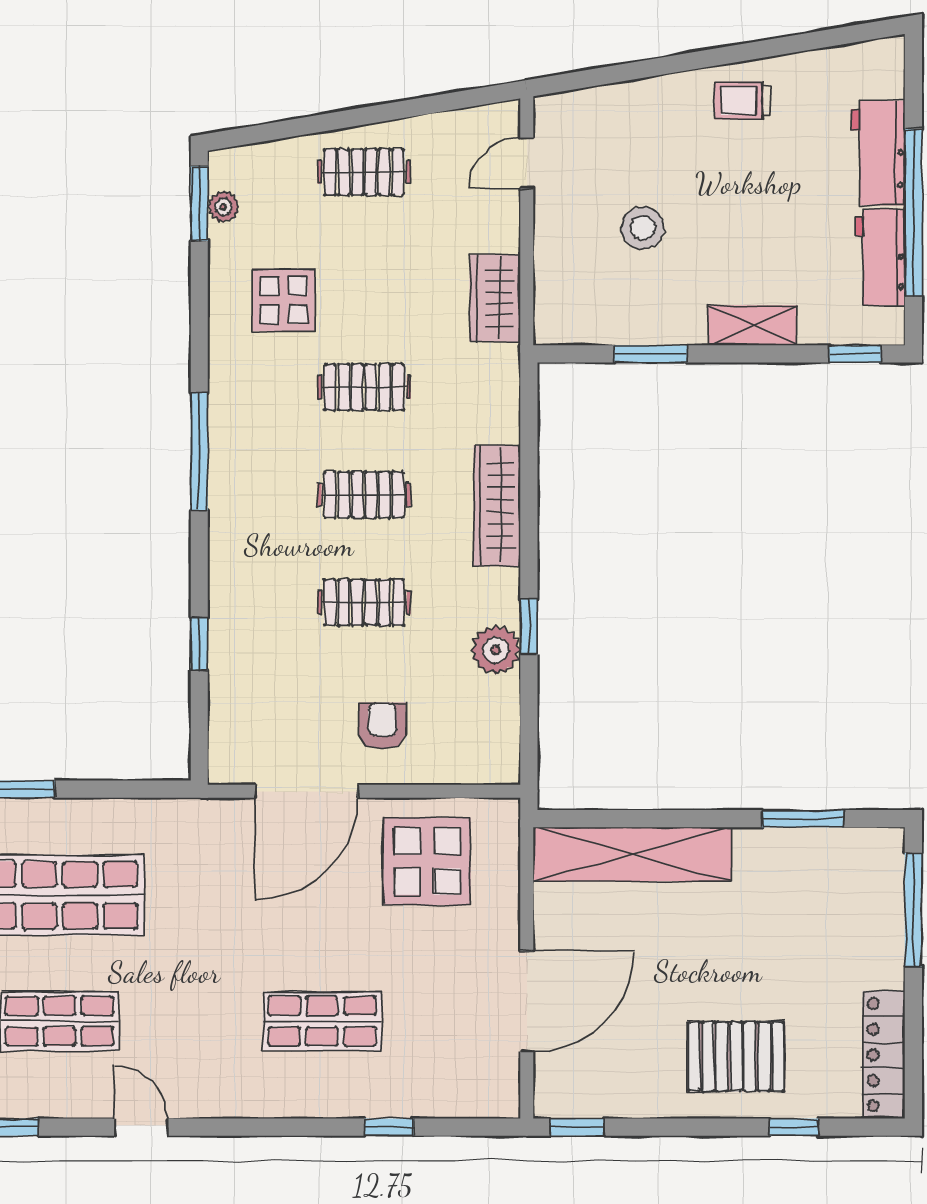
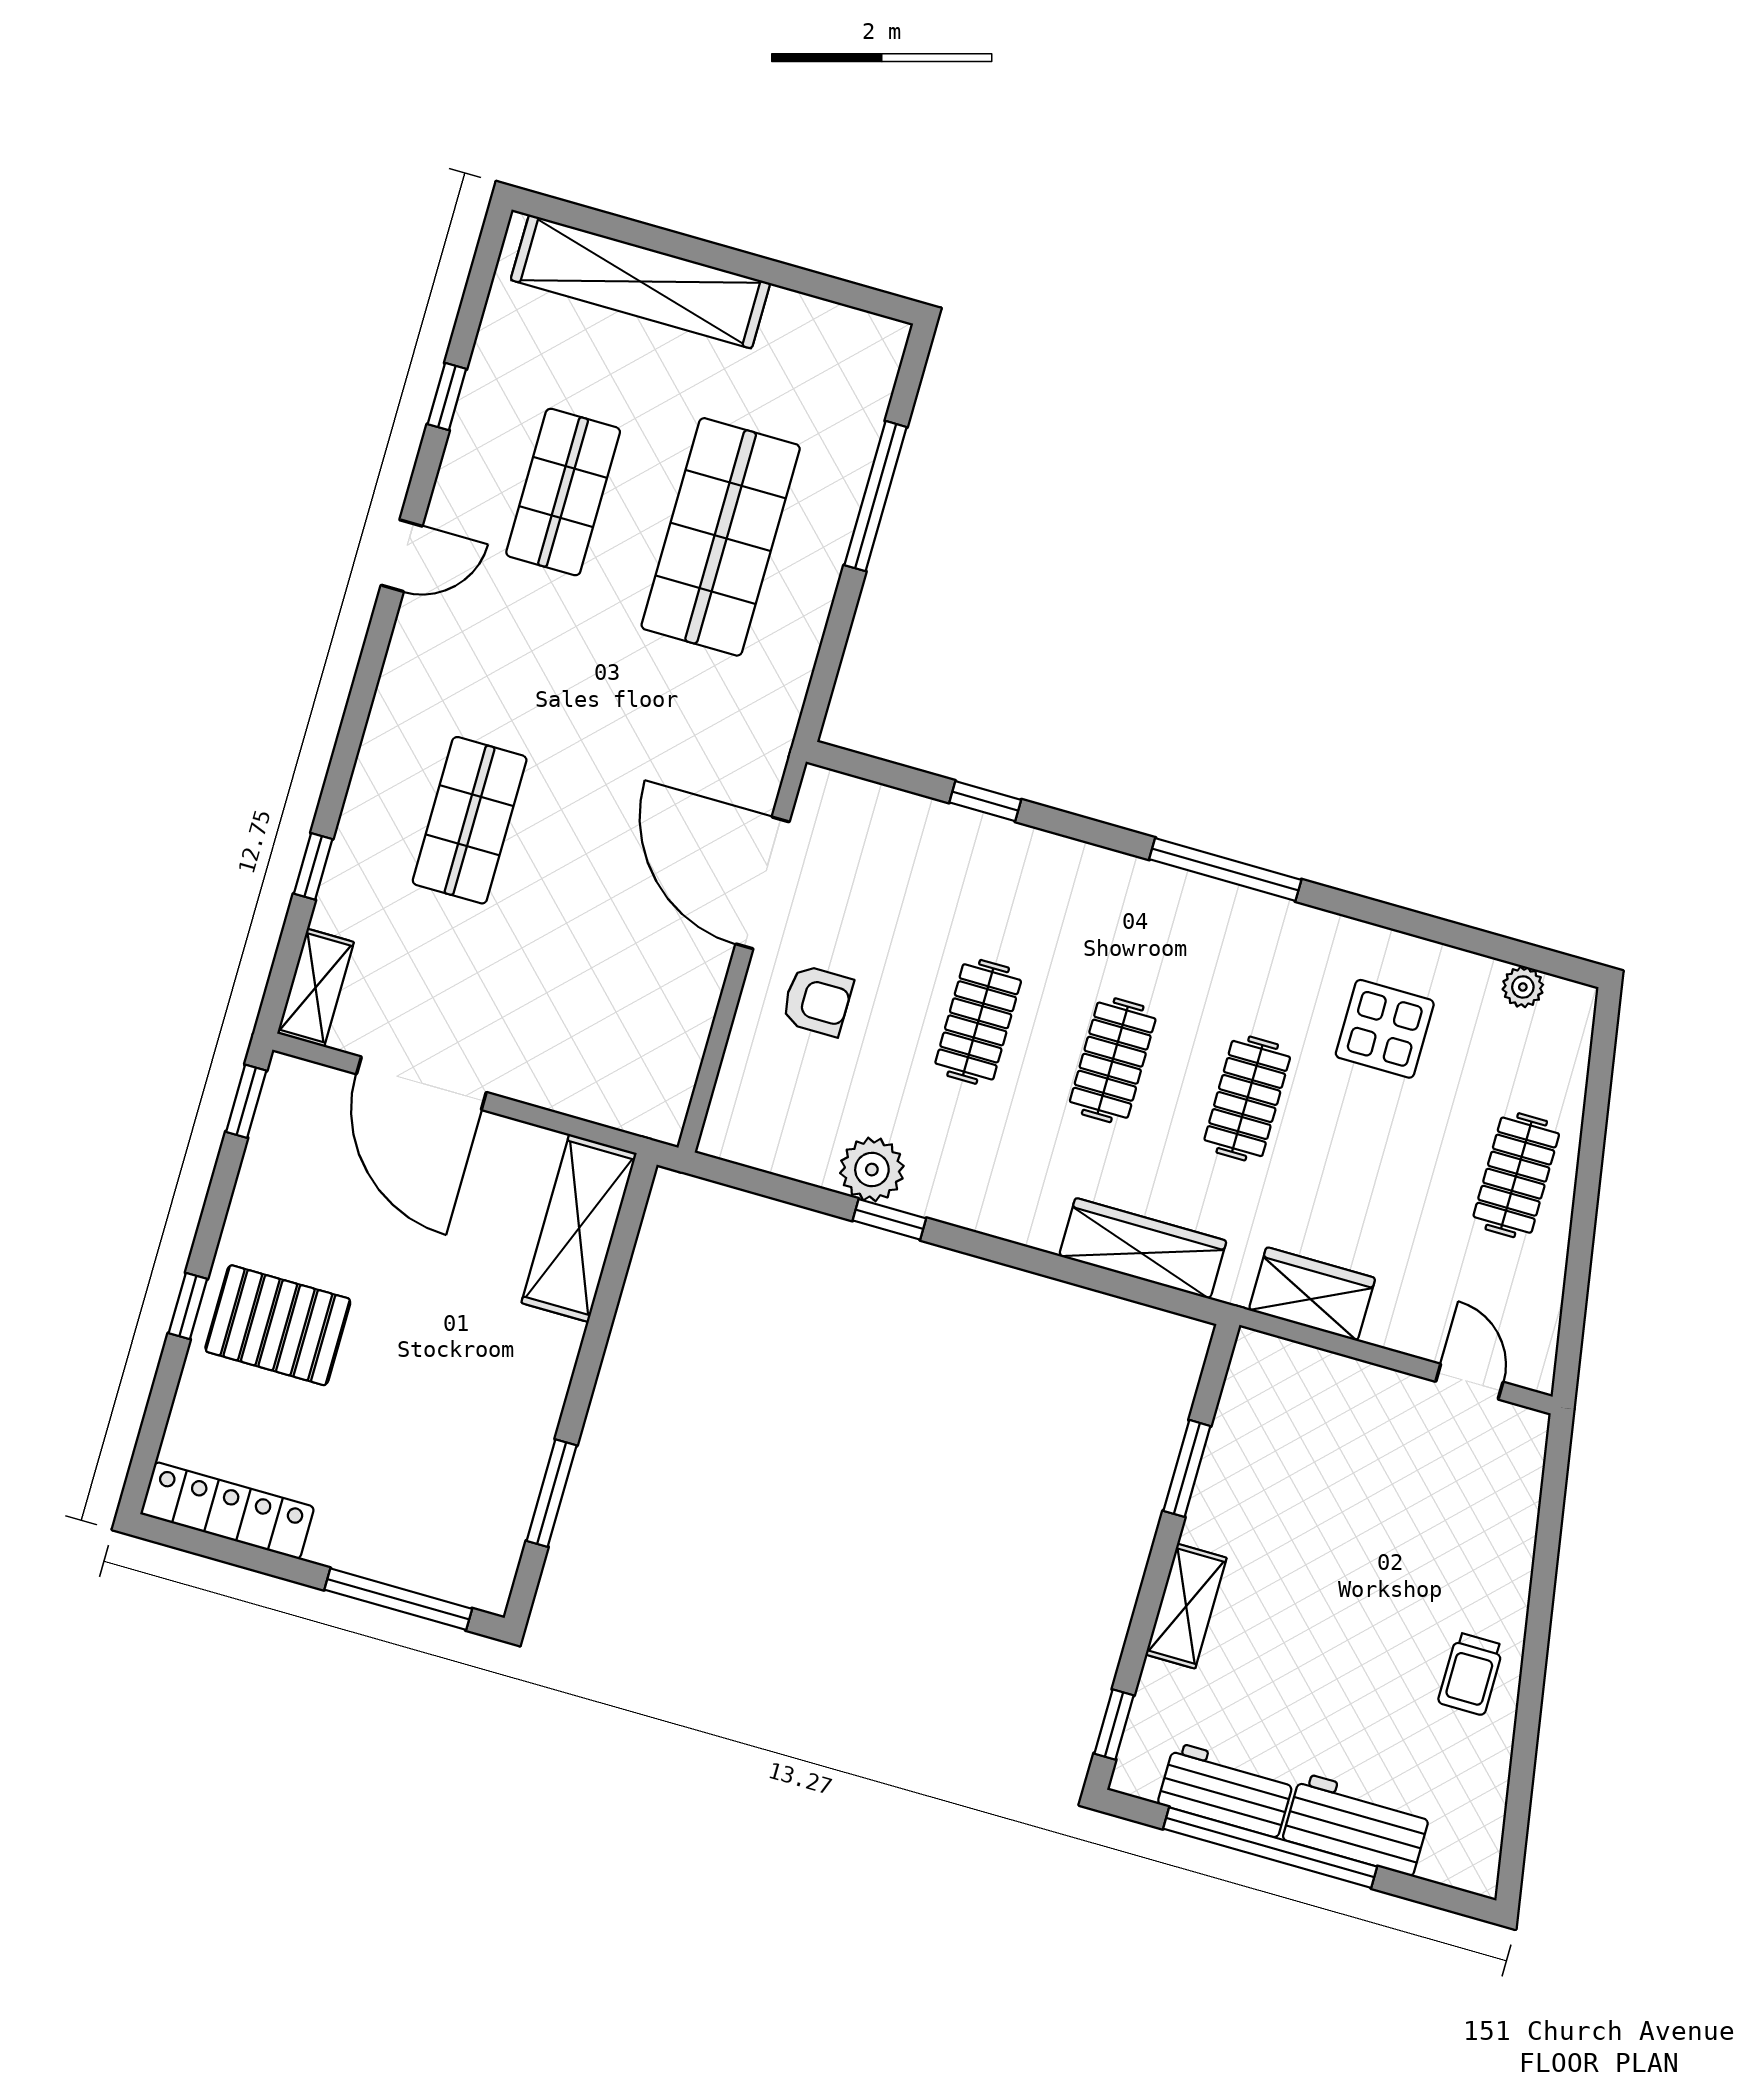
trolley: (743, 101) -> (1471, 1674), turned 180
window: (199, 204) -> (1535, 958), removed
stool: (643, 228) -> (1347, 1504), removed
wardrobe: (497, 506) -> (1143, 1248), moved
shelving: (632, 854) -> (579, 1228), width x0.68
display table: (427, 861) -> (632, 1008), removed
pallet: (736, 1057) -> (278, 1325), turned 90
shelving: (478, 1100) -> (316, 988), added
window: (794, 1127) -> (188, 1306), moved

